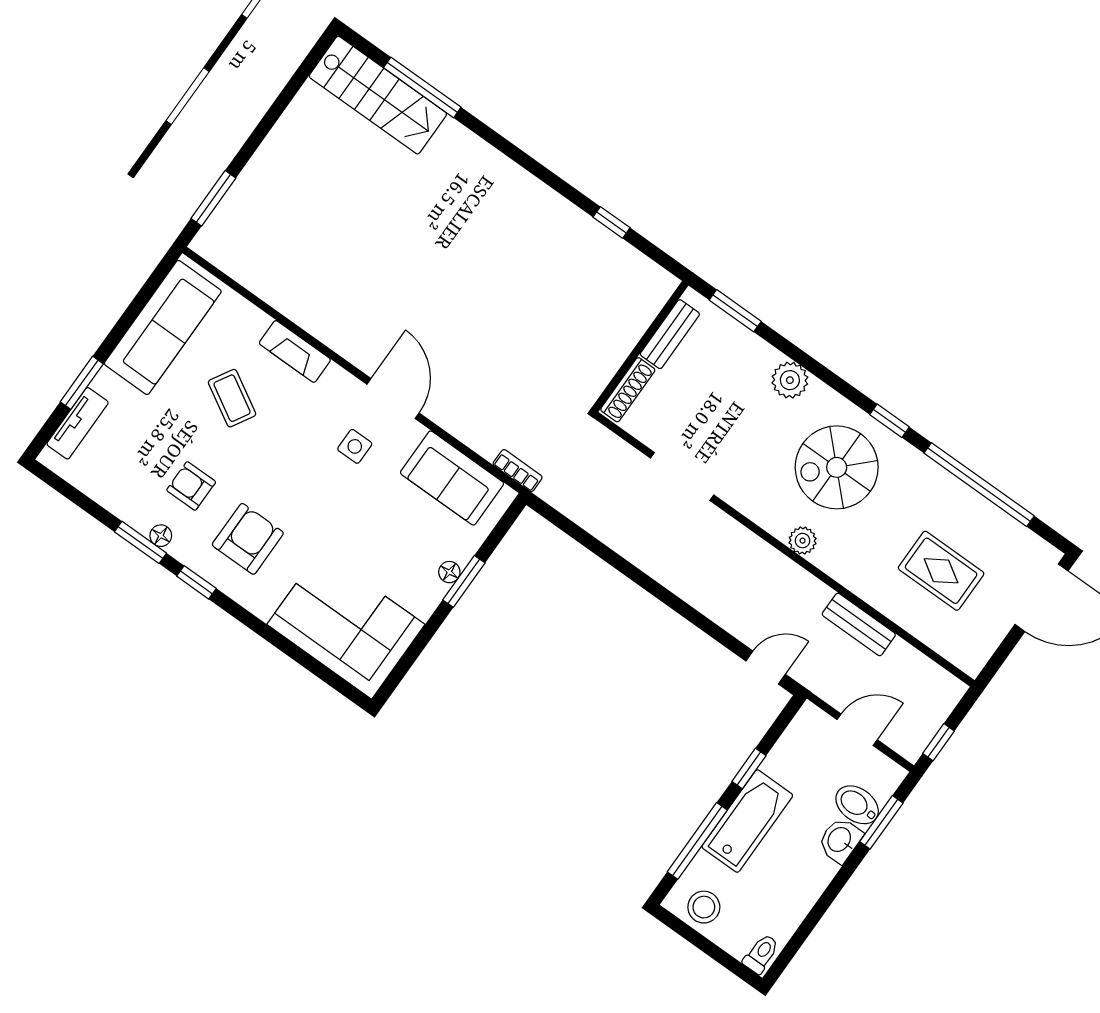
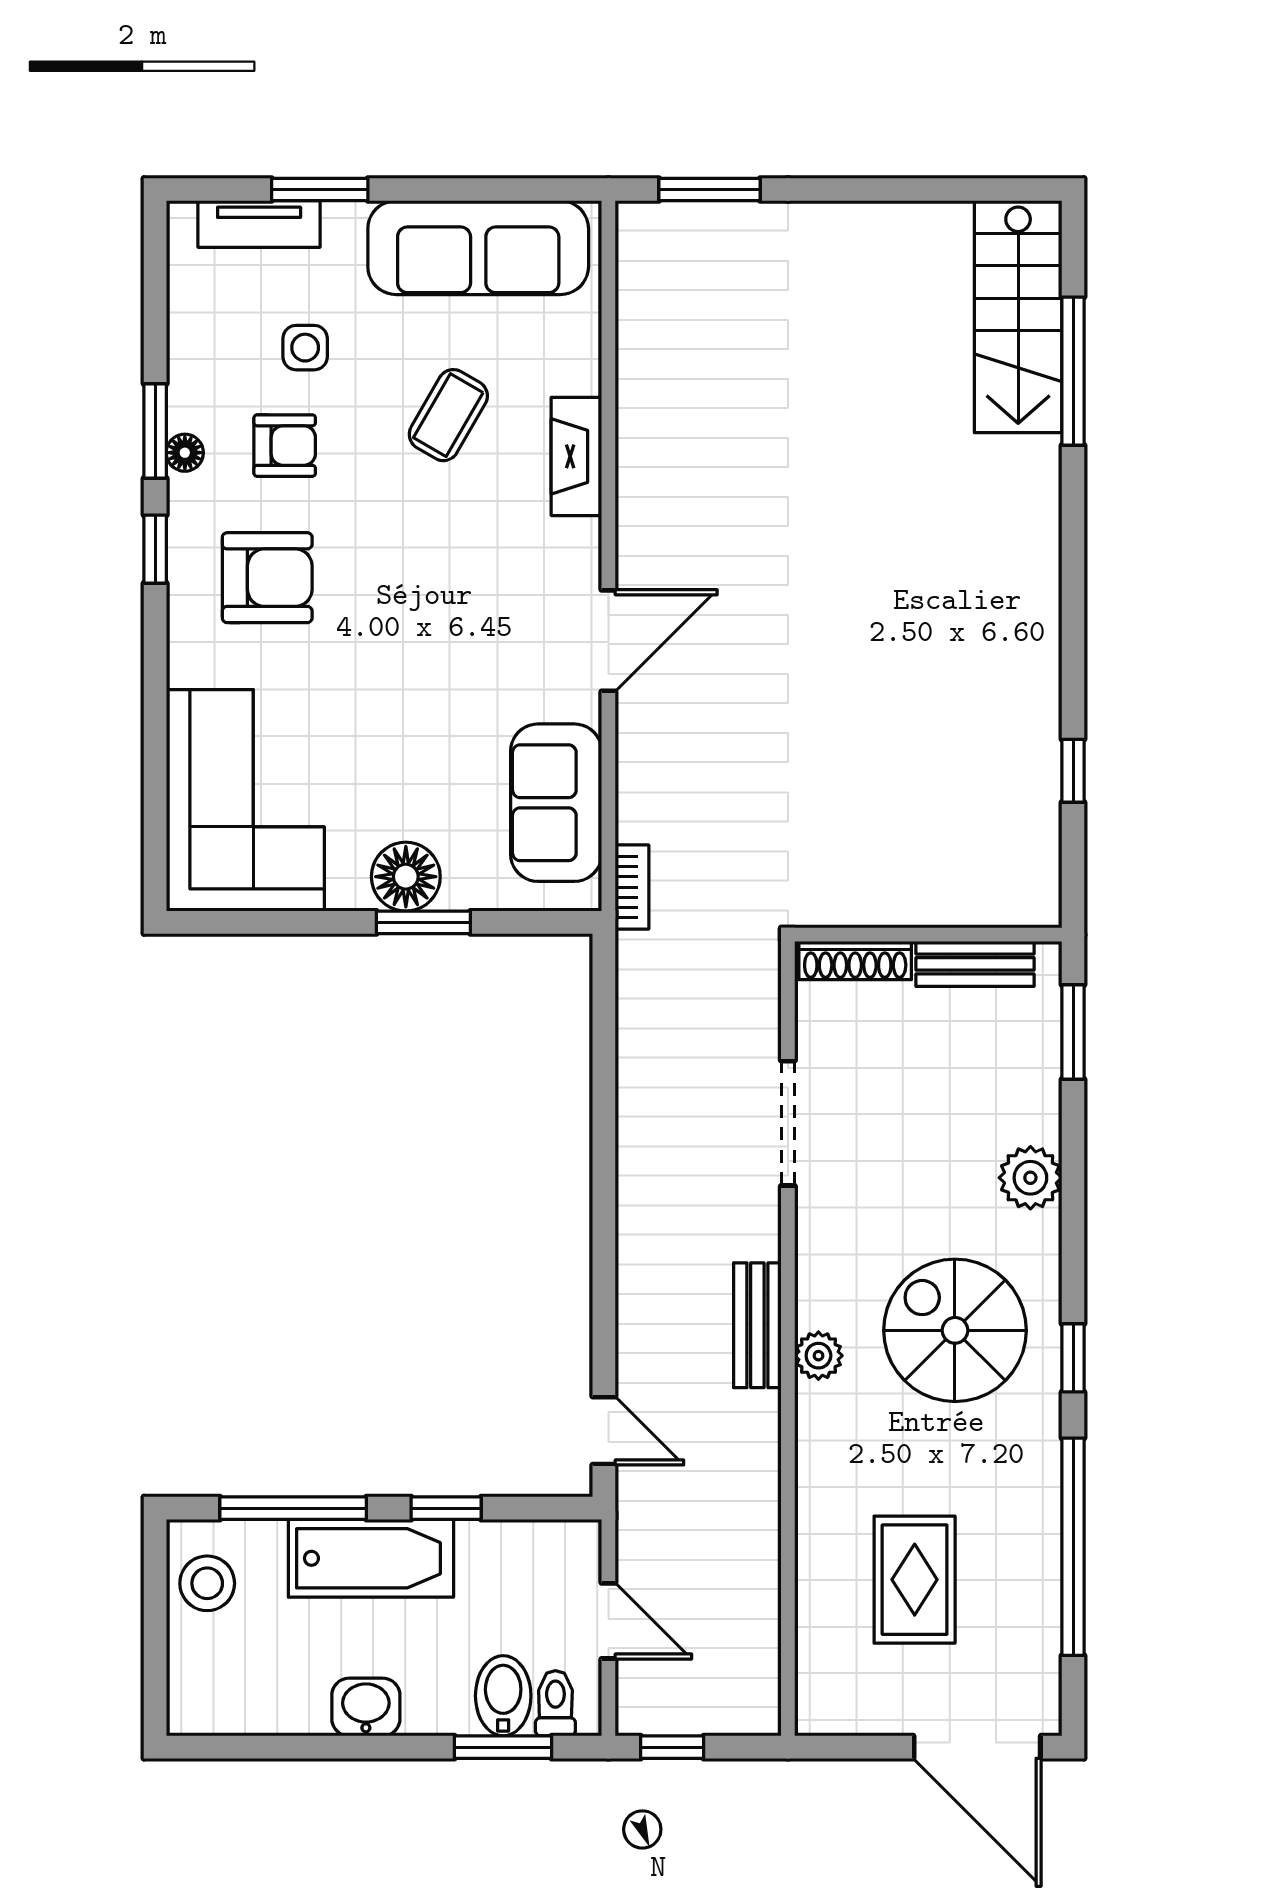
side table: (355, 446) -> (305, 348), moved
armchair: (191, 486) -> (285, 446), turned 90
floor lamp: (449, 572) -> (406, 877), width x1.89, depth x1.89
bench: (859, 624) -> (757, 1325), moved
washbasin: (840, 840) -> (366, 1707), moved
toilet: (761, 954) -> (555, 1703), moved, turned -90

